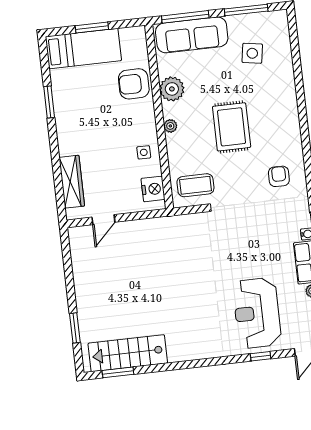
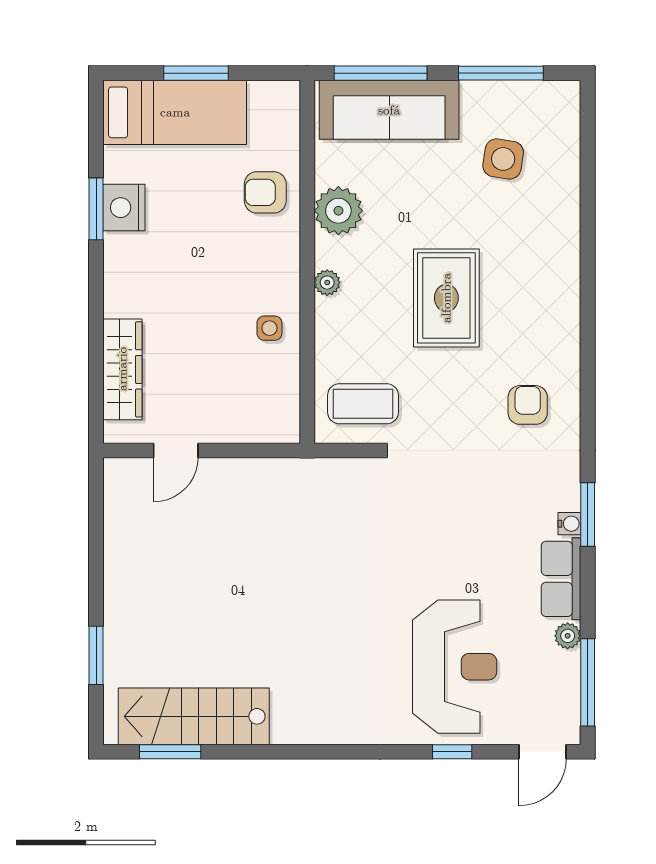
armchair: (134, 84) -> (265, 192), width x0.72, depth x0.72
nightstand: (153, 189) -> (124, 208), moved, turned 180
reception desk: (257, 313) -> (455, 667), turned 180

